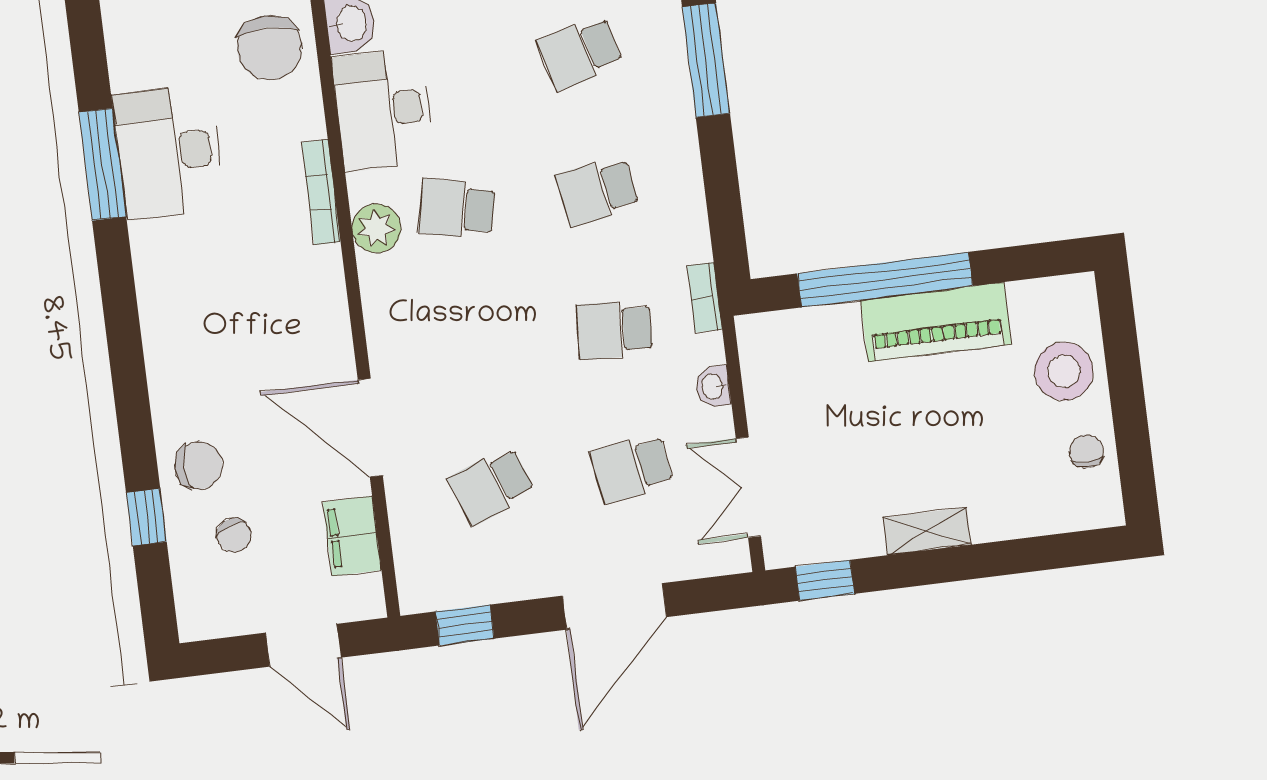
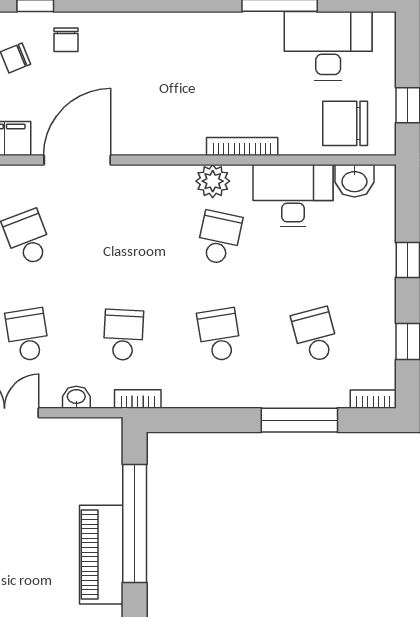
desk: (169, 152) -> (328, 46), moved
chair: (199, 466) -> (66, 40), width x0.73, depth x0.73

